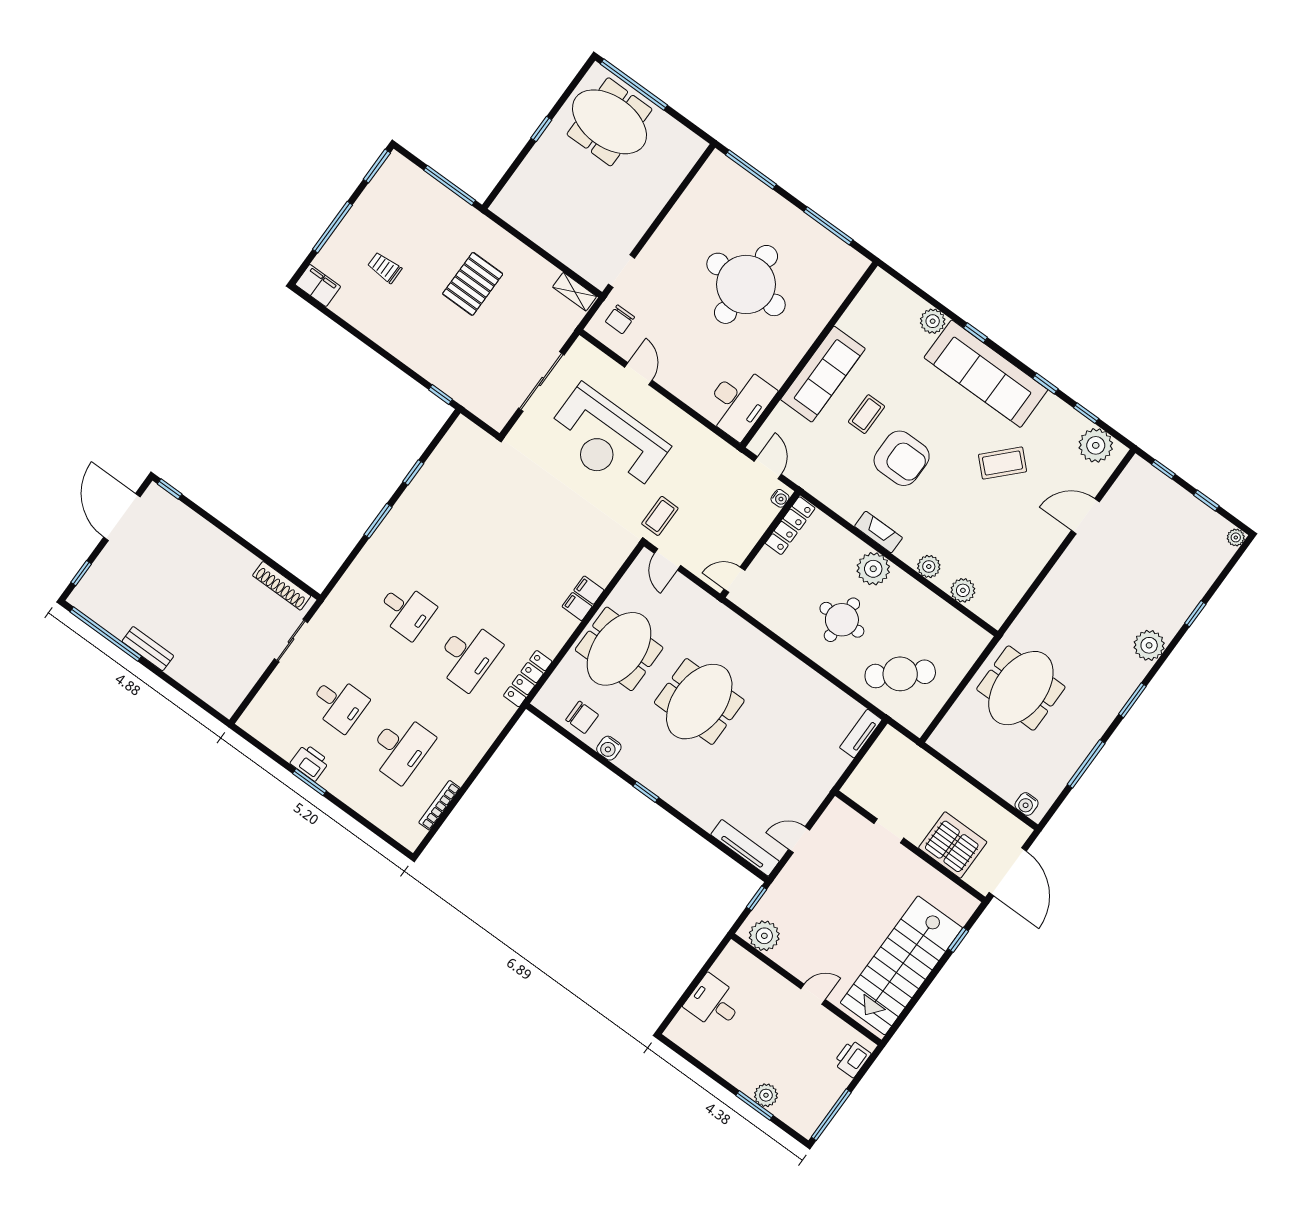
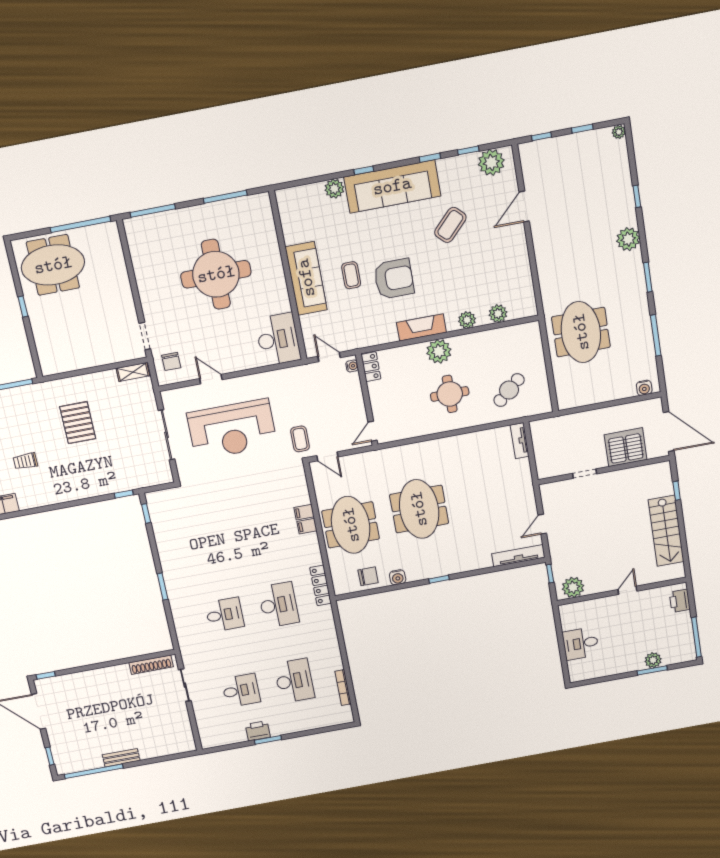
window: (634, 85) -> (80, 224), moved
window: (413, 473) -> (146, 513), moved
locker: (790, 526) -> (371, 367), width x0.66
fireplace: (878, 532) -> (421, 327), width x1.37, depth x1.32
cafe table: (900, 674) -> (509, 390), width x0.73, depth x0.74
stairs: (901, 965) -> (666, 531), width x0.73, depth x0.66

